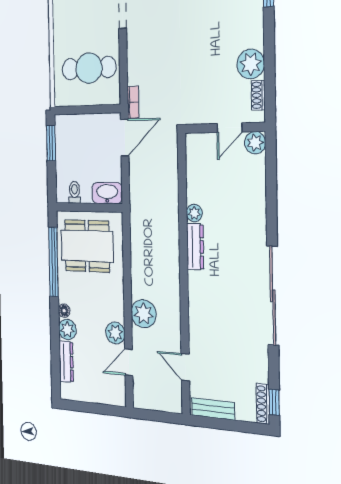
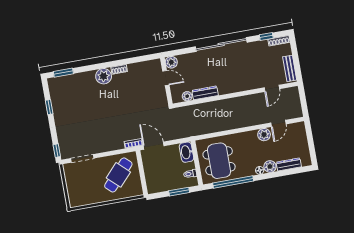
cafe table: (89, 68) -> (118, 175), turned 43
wall: (224, 128) -> (166, 81), moved
door: (229, 128) -> (166, 78), moved
window: (51, 143) -> (179, 192), moved
plant: (255, 143) -> (171, 62), moved
plant: (144, 314) -> (249, 118), removed
door: (129, 362) -> (278, 123), hinge flipped
window: (274, 402) -> (266, 36), moved

